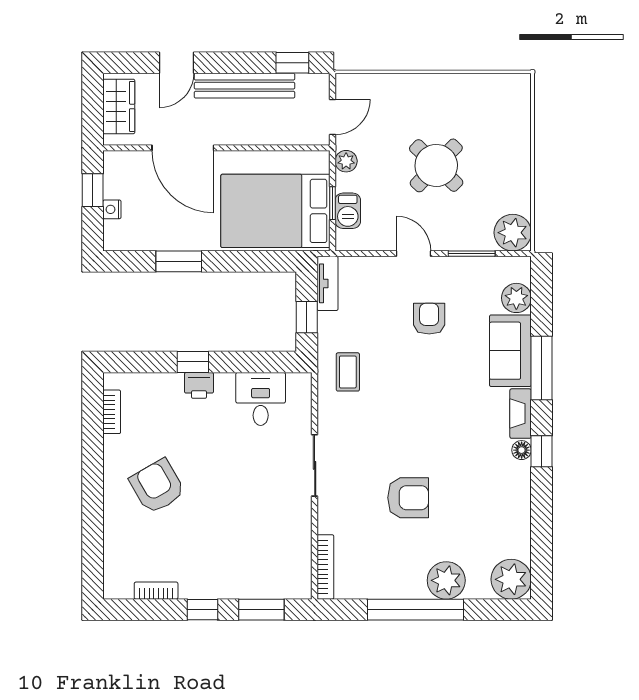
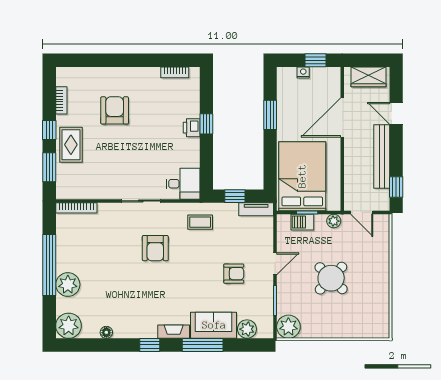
desk: (261, 399) -> (183, 184), moved
floor lamp: (522, 450) -> (106, 332), moved
armchair: (157, 486) -> (115, 110), moved, turned -60
armchair: (408, 498) -> (155, 248), moved
rug: (226, 575) -> (71, 145), added

